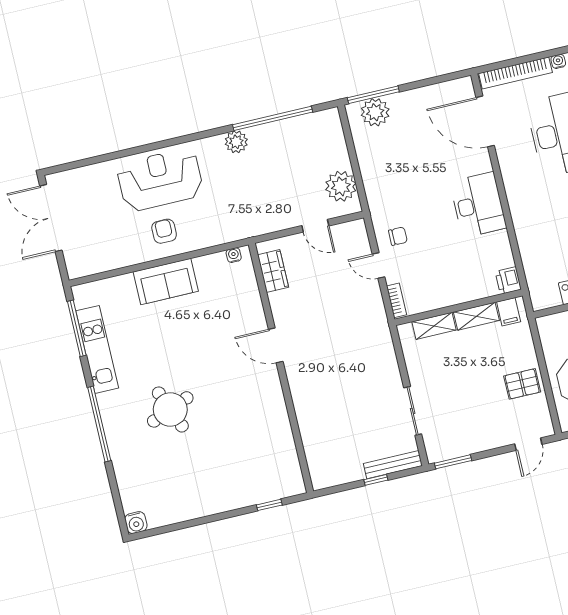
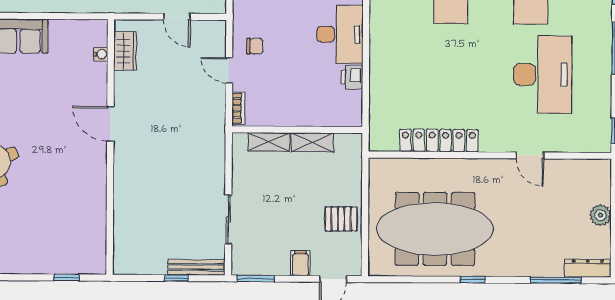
water cooler: (234, 255) -> (101, 54), moved, turned 90
printer: (508, 280) -> (352, 77), moved
filing cabinet: (509, 312) -> (300, 263), moved, turned 180

